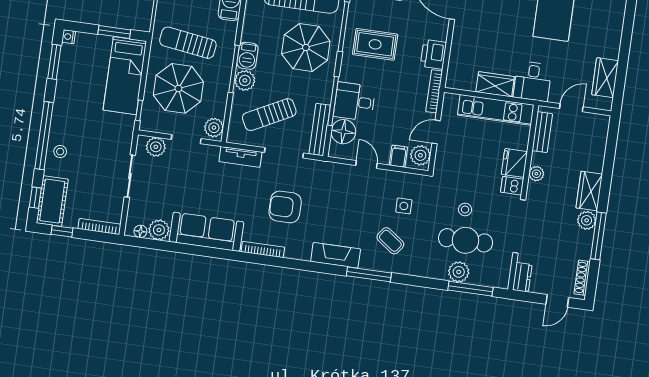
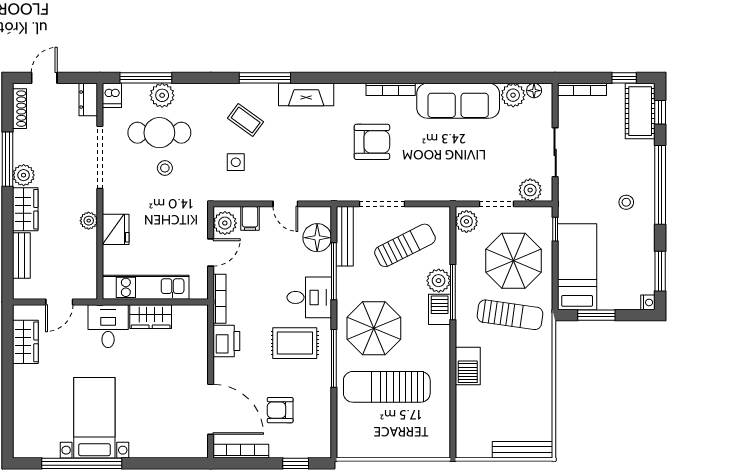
desk: (355, 102) -> (309, 297), moved
bench: (542, 132) -> (21, 255), moved
stool: (60, 152) -> (626, 202), moved
tv unit: (240, 157) -> (431, 192), removed
dishwasher: (512, 186) -> (112, 95), moved, turned 90

